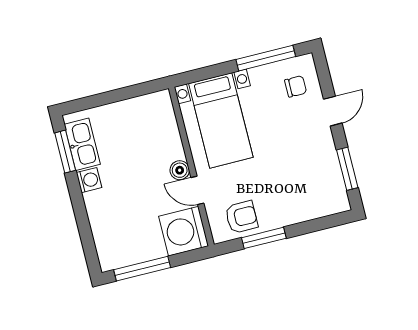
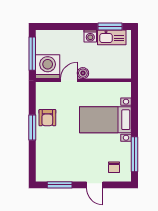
wall: (191, 166) -> (83, 80), moved
boiler: (180, 170) -> (83, 73), moved
door: (197, 190) -> (69, 80), moved
washing machine: (184, 231) -> (48, 67), moved

